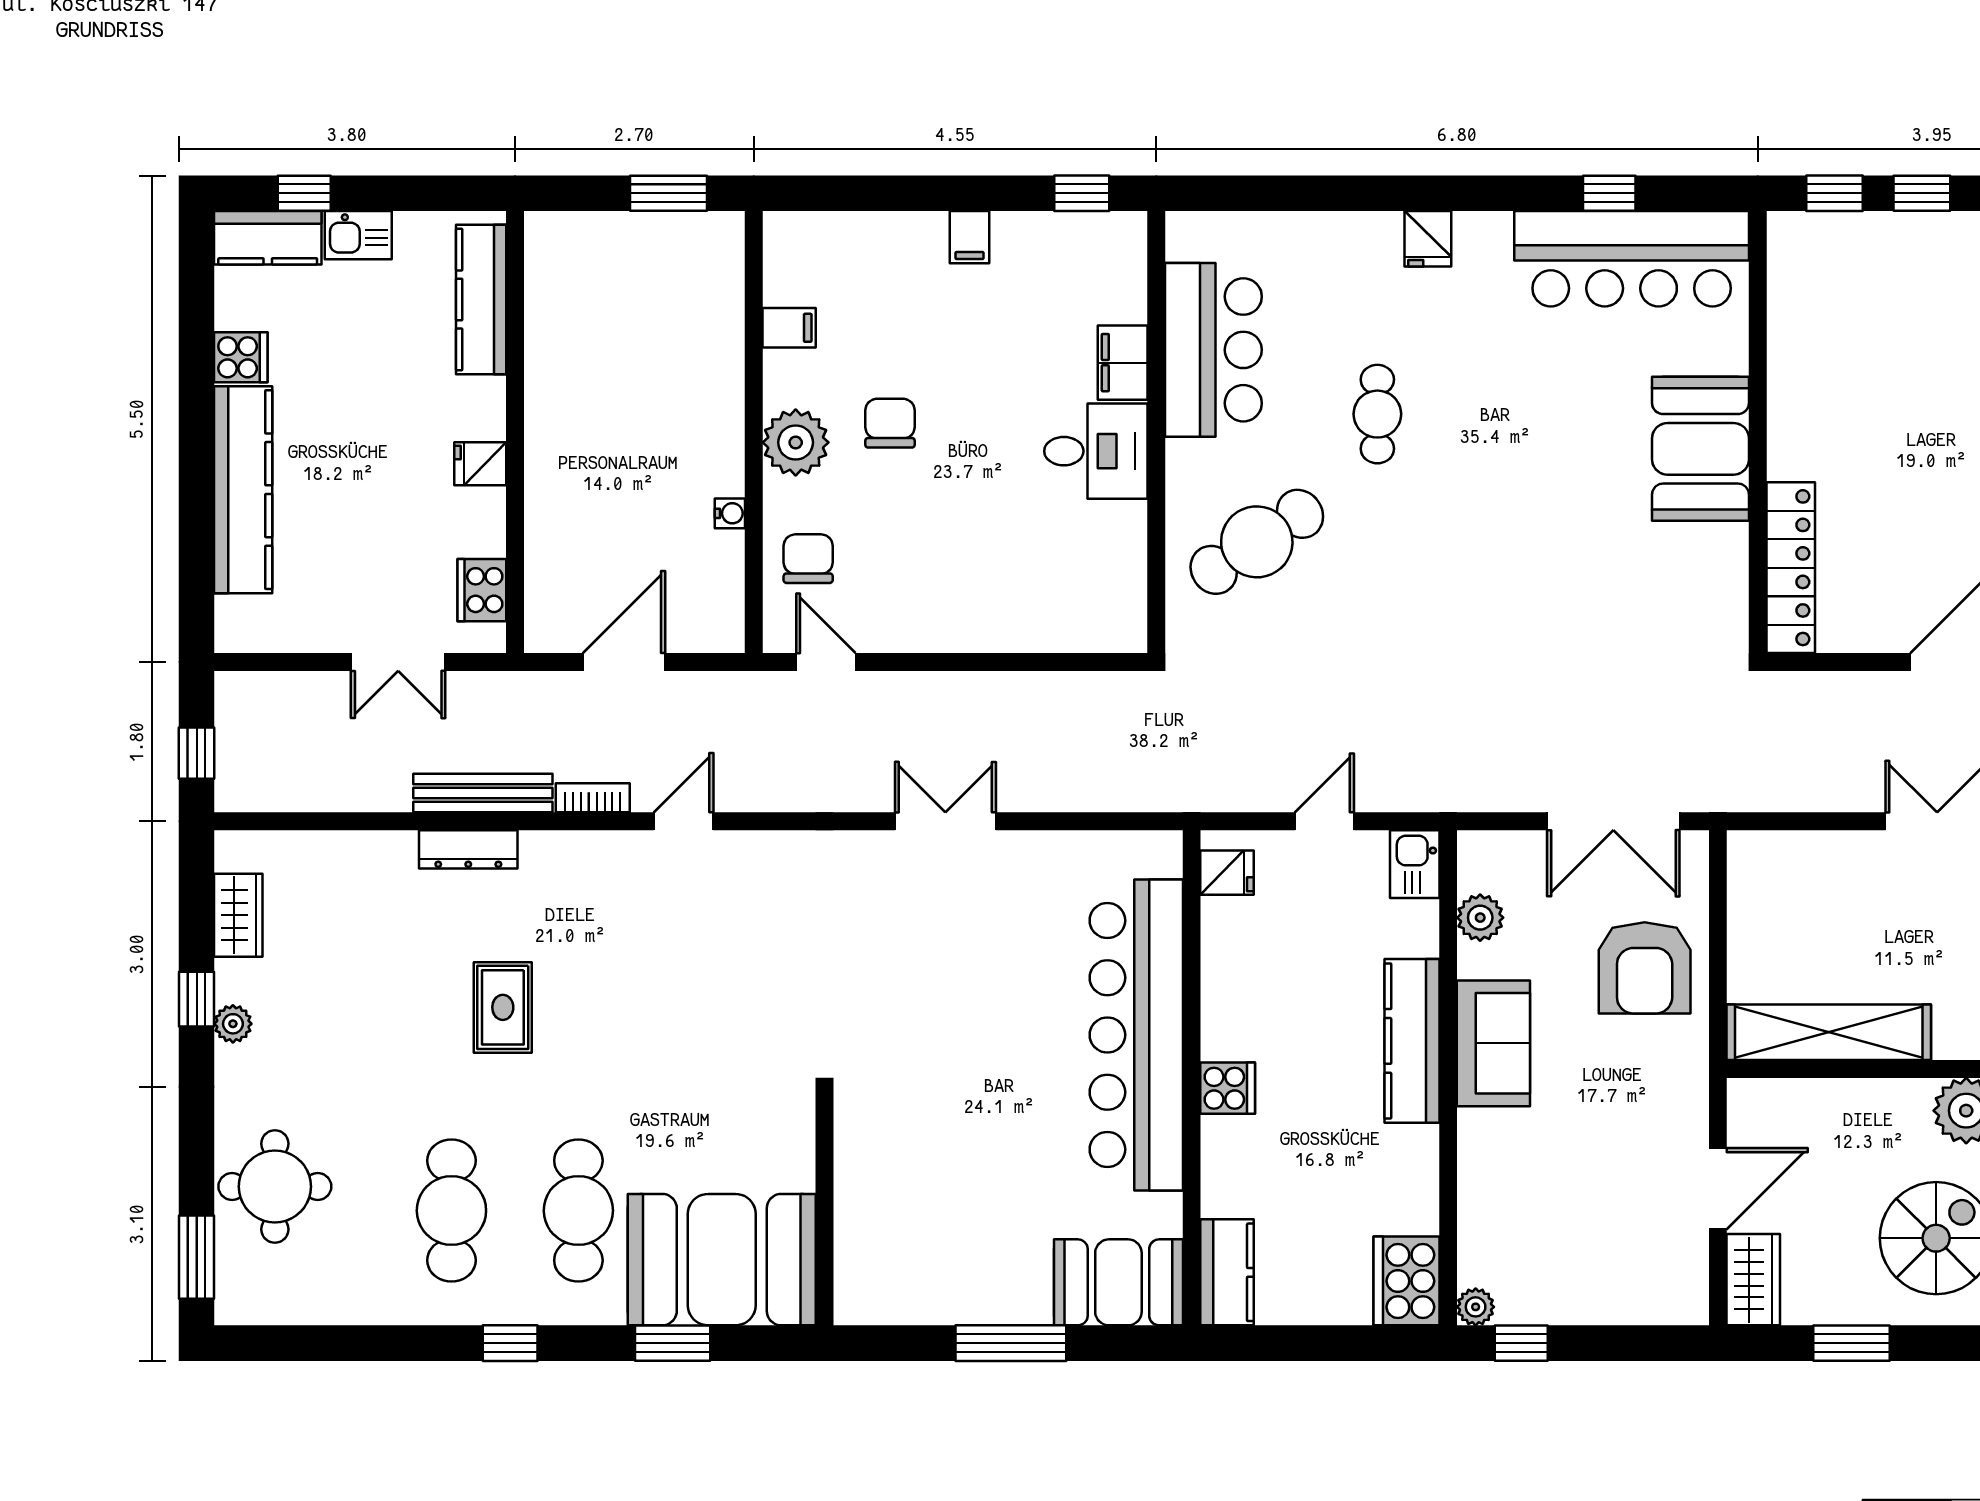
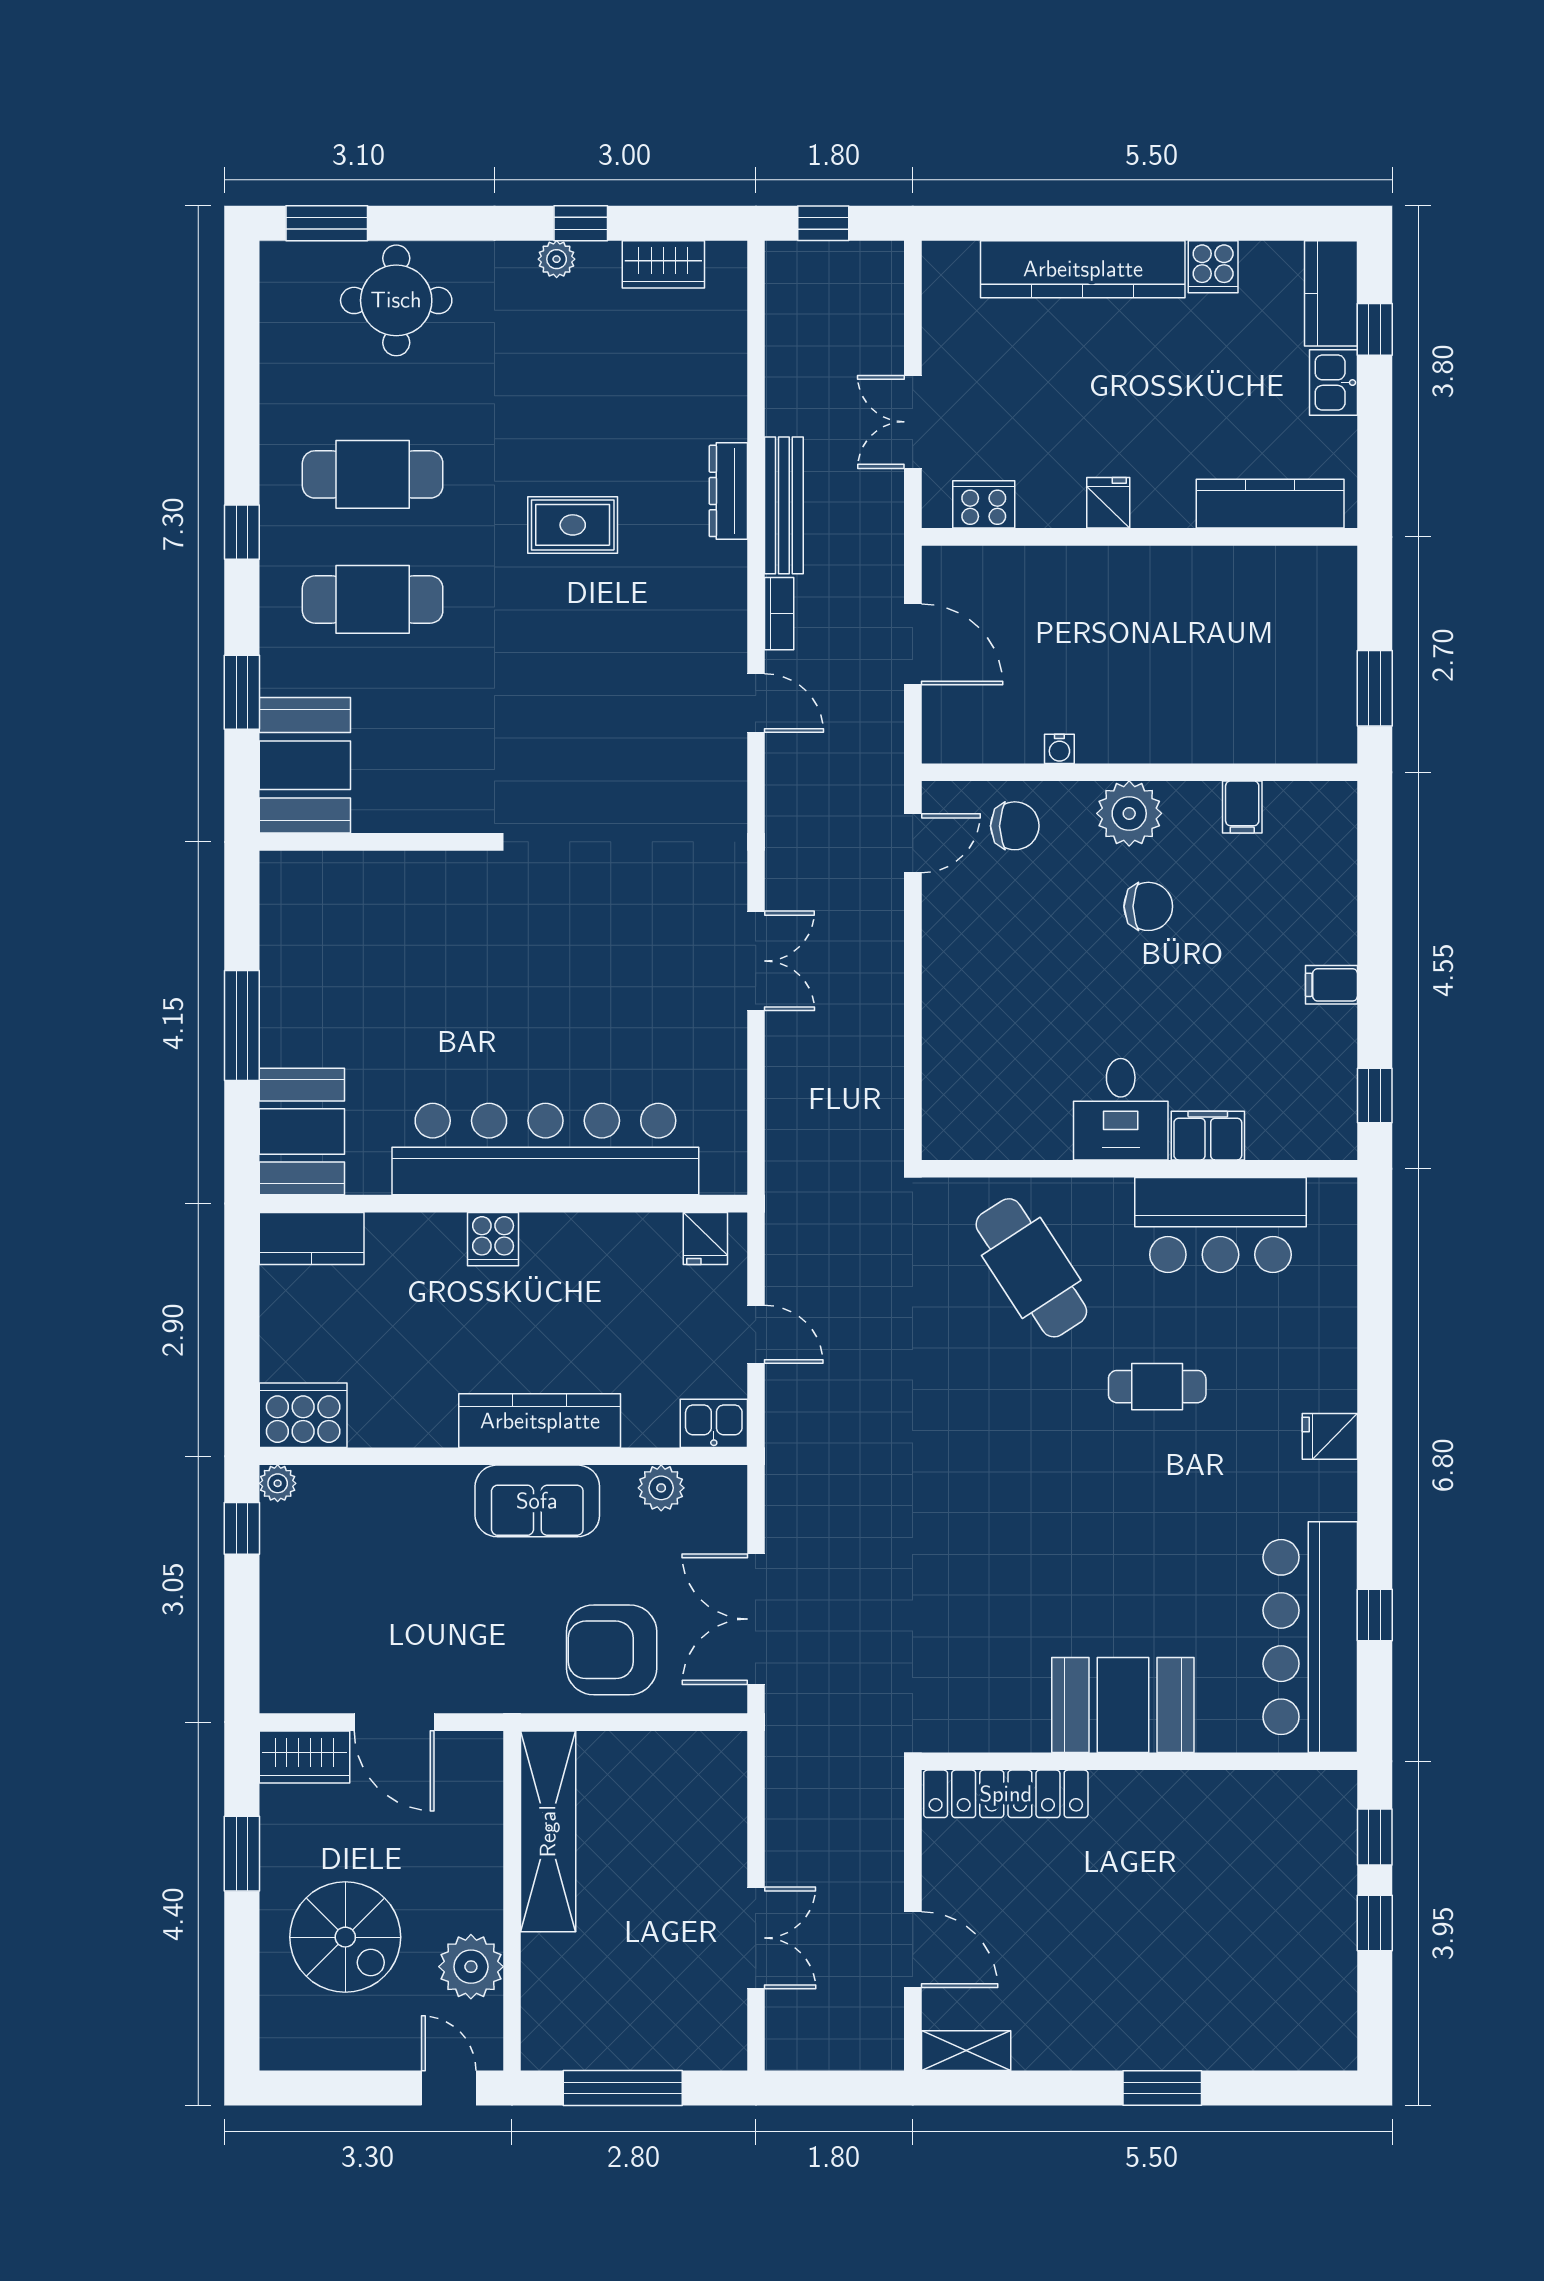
booth: (722, 1260) -> (305, 765), width x0.73, depth x0.70

